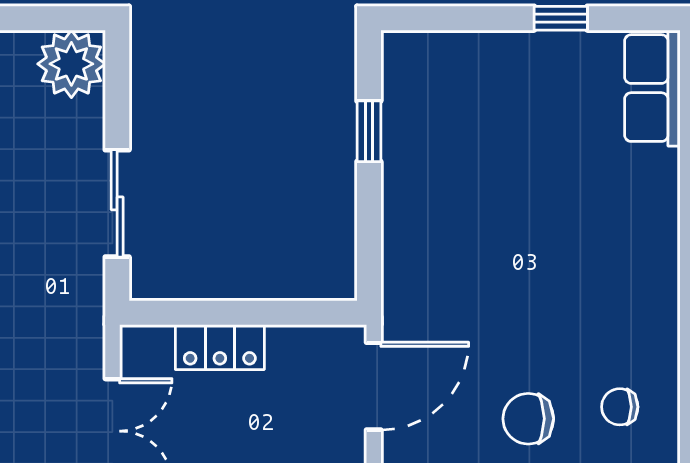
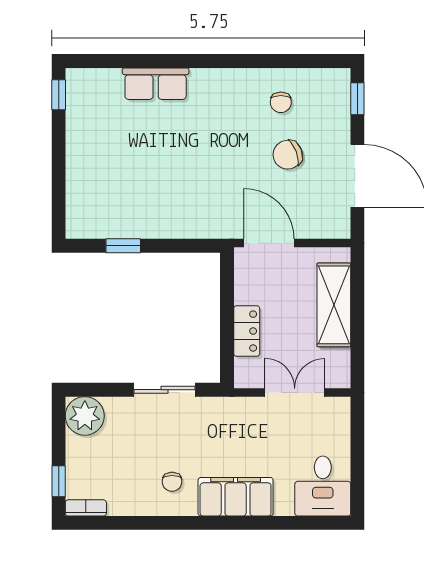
window: (561, 18) -> (59, 95), moved
row of seats: (652, 88) -> (156, 84), moved
chair: (528, 419) -> (288, 155), turned 69

